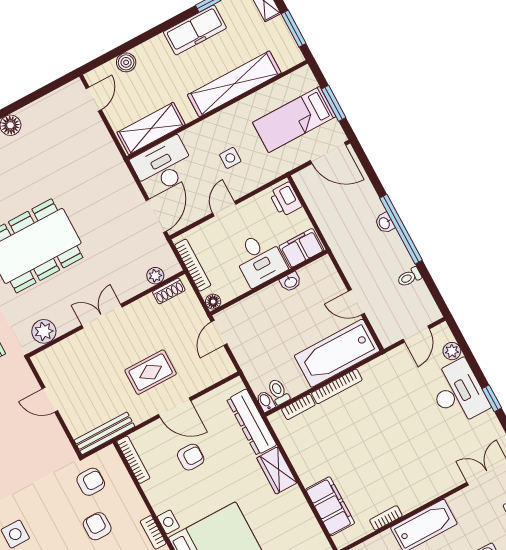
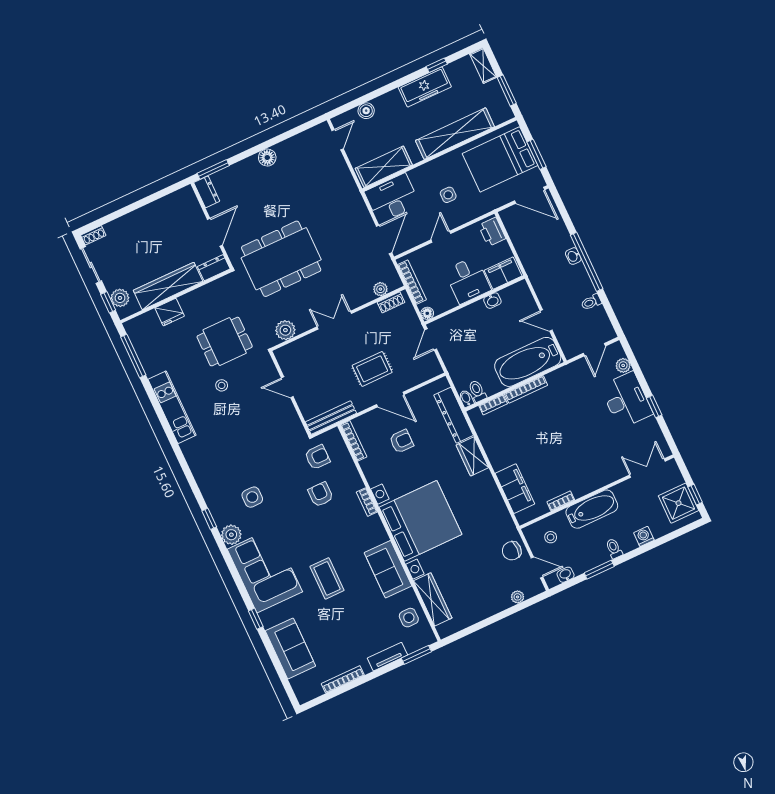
bed: (294, 120) -> (500, 159), width x1.50

